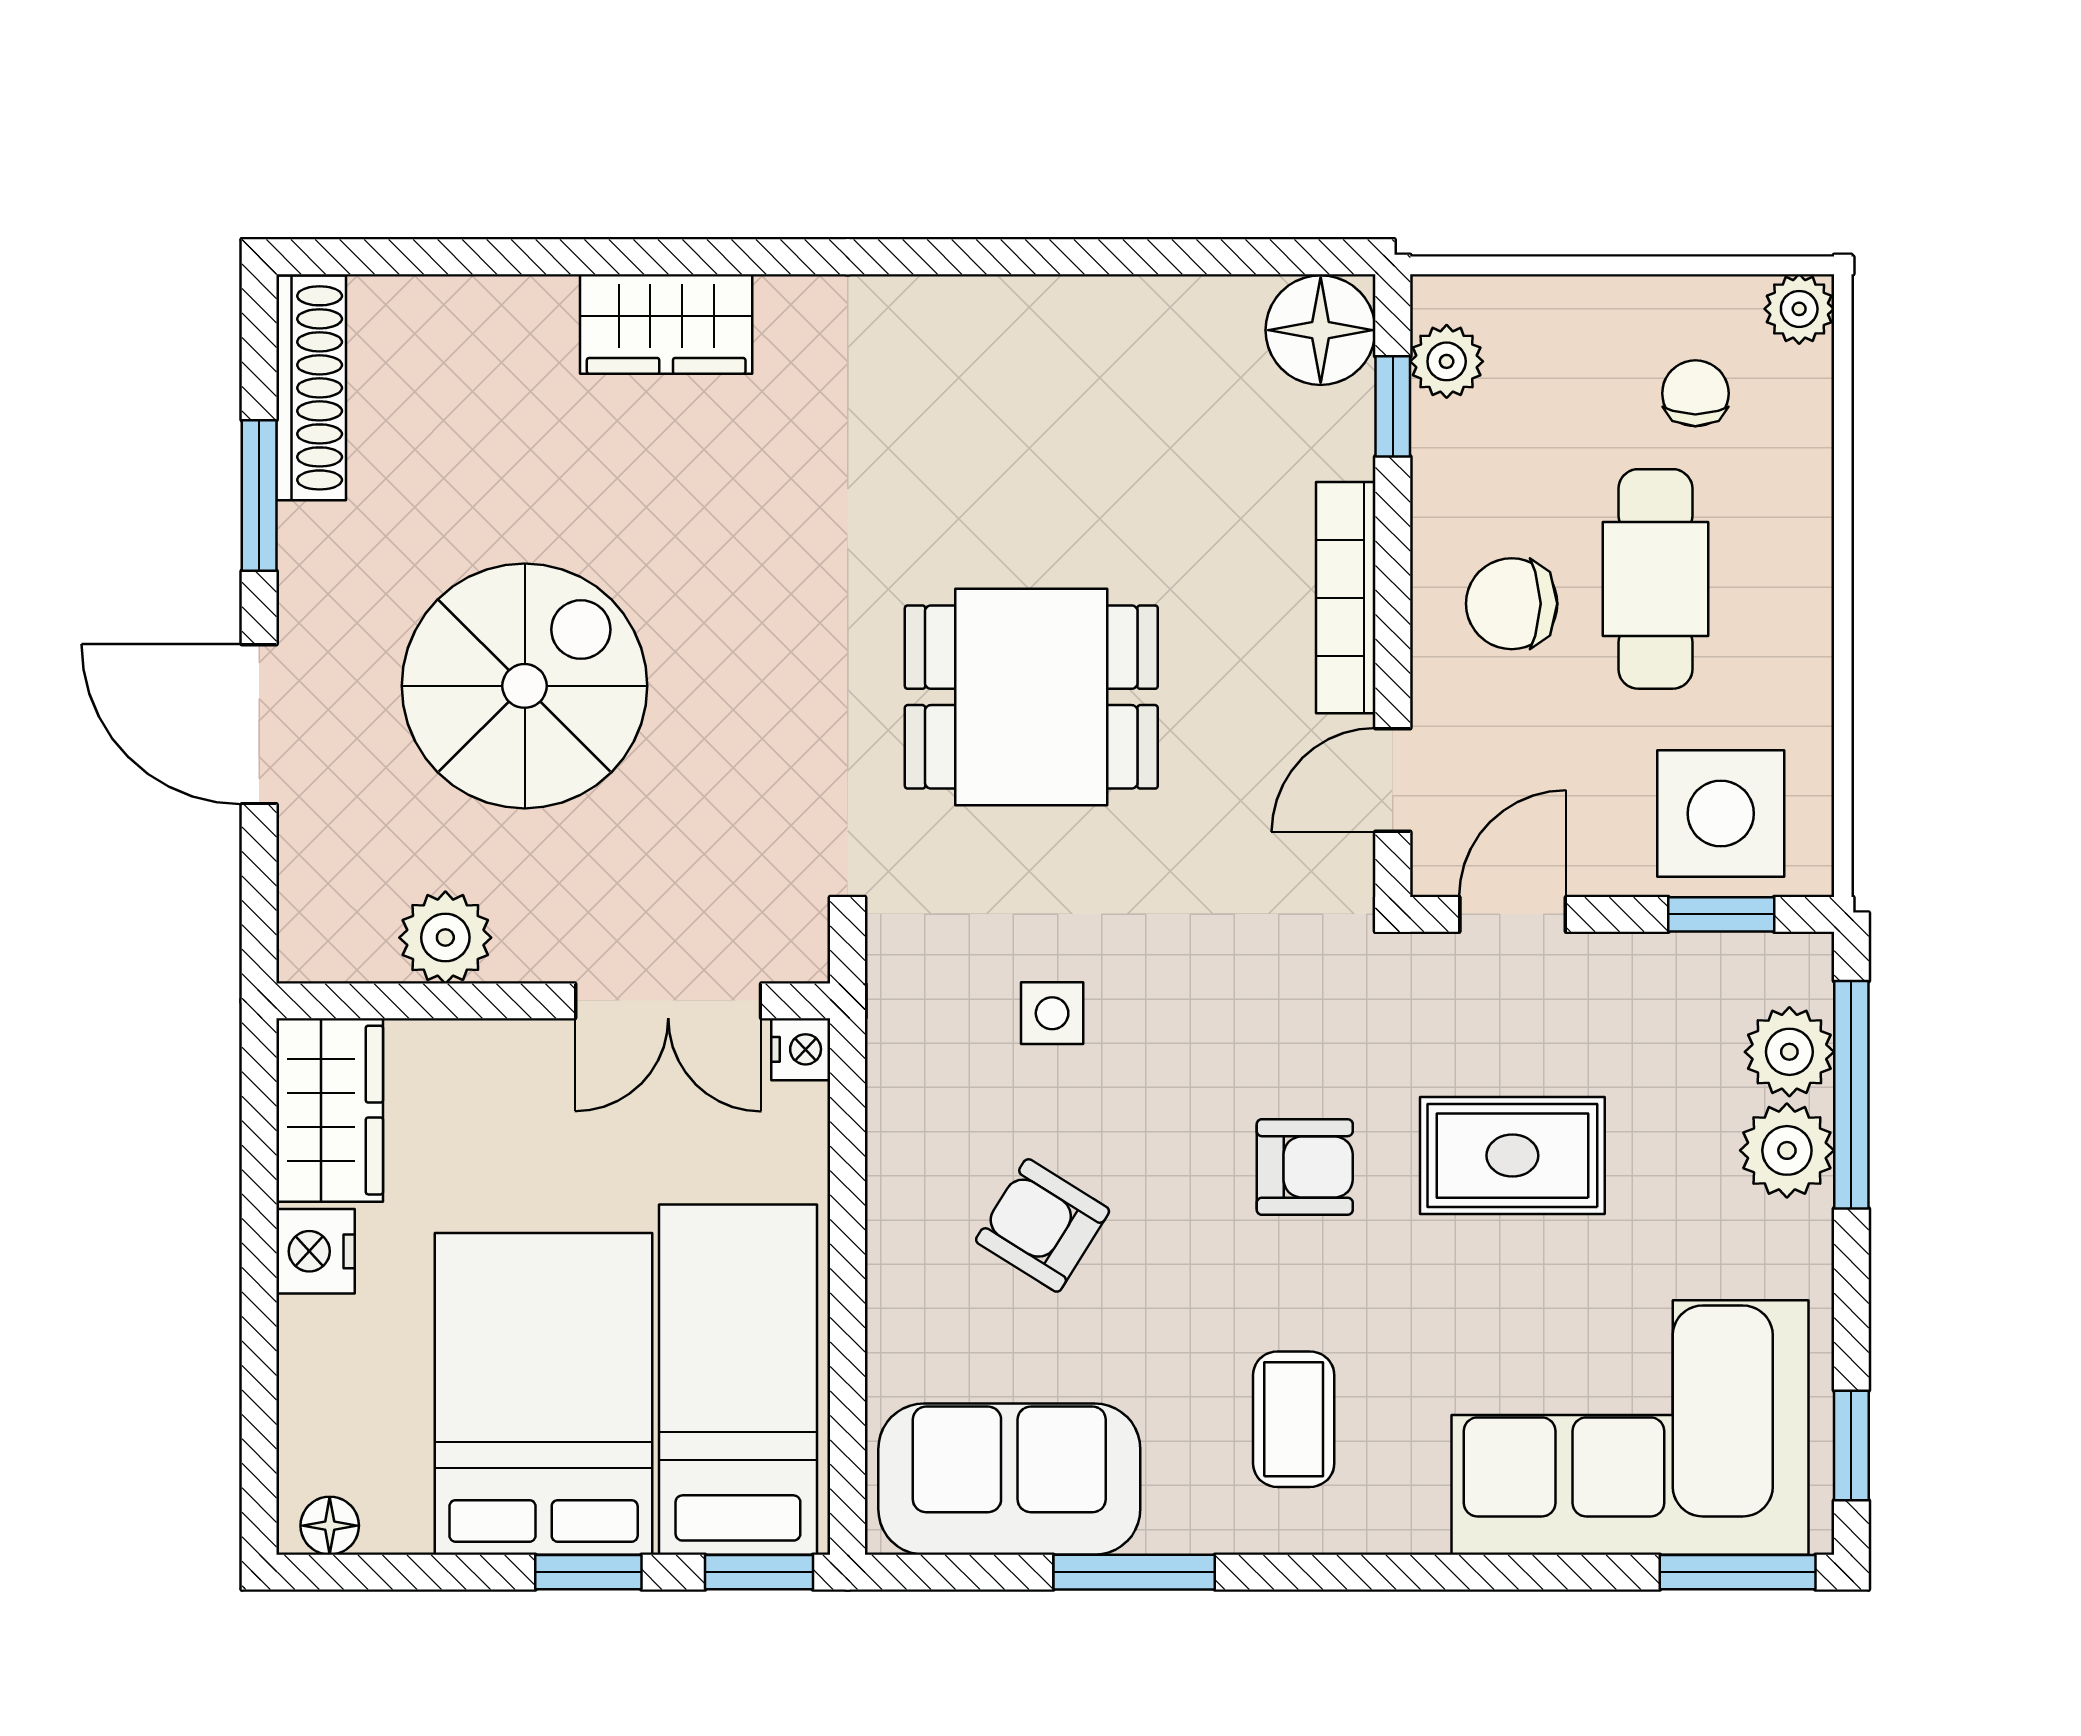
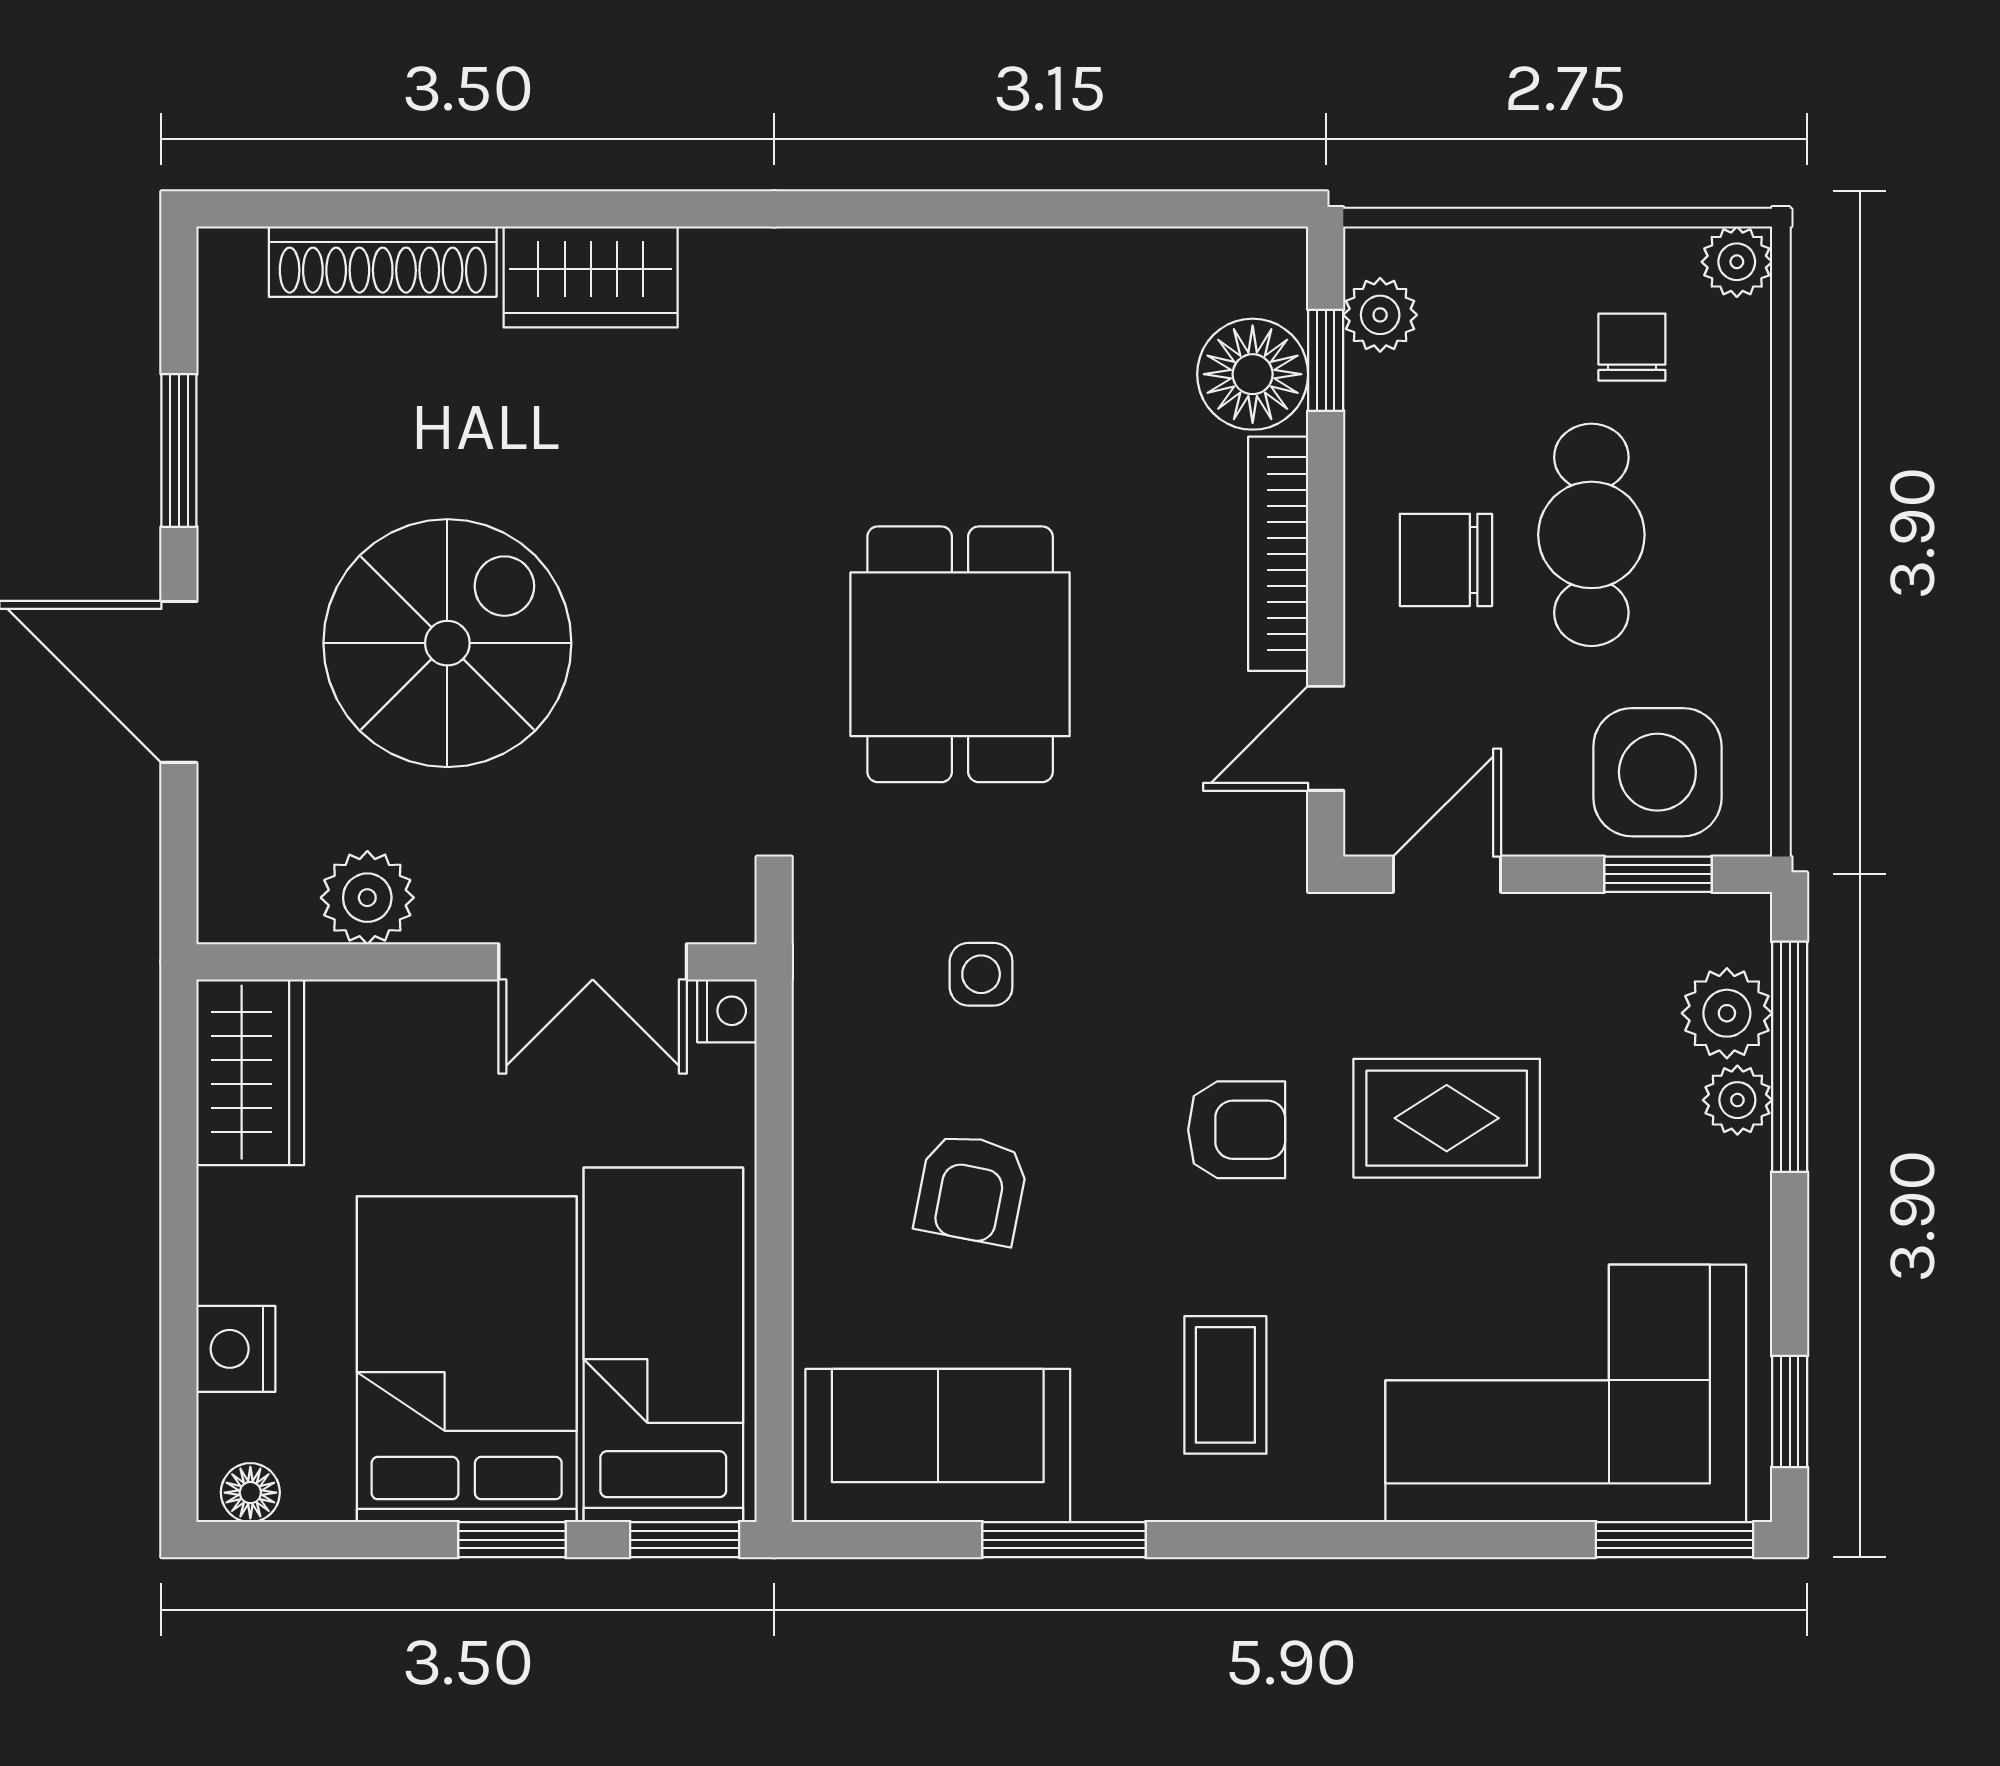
floor lamp: (1321, 330) -> (1253, 374), moved
shoe rack: (311, 388) -> (383, 262), moved, turned 90
dining table: (1031, 697) -> (960, 654), turned 90
plant: (1787, 1150) -> (1737, 1100), width x0.73, depth x0.73
armchair: (1043, 1225) -> (971, 1189), turned -111
nightstand: (315, 1251) -> (236, 1349), moved

